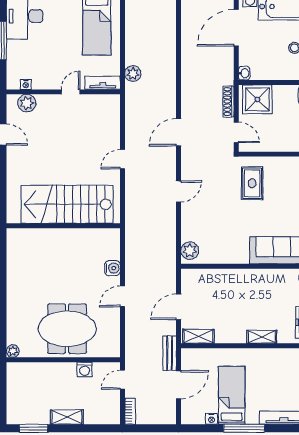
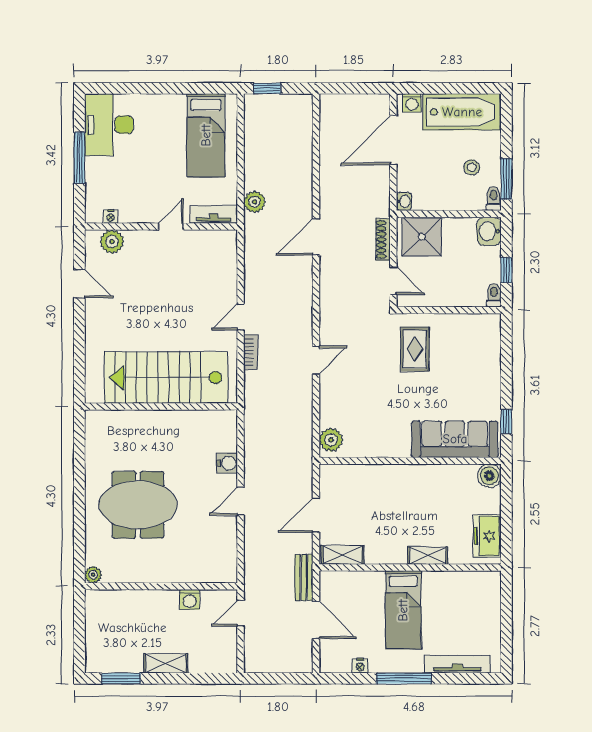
door: (179, 132) -> (316, 237), moved
meeting table: (67, 329) -> (138, 505), moved
door: (179, 385) -> (316, 620), hinge flipped
bed: (232, 395) -> (403, 610), moved, turned 180
bookcase: (130, 411) -> (251, 352), moved

